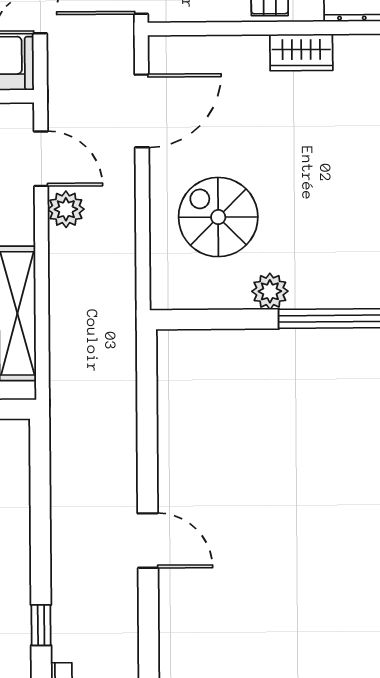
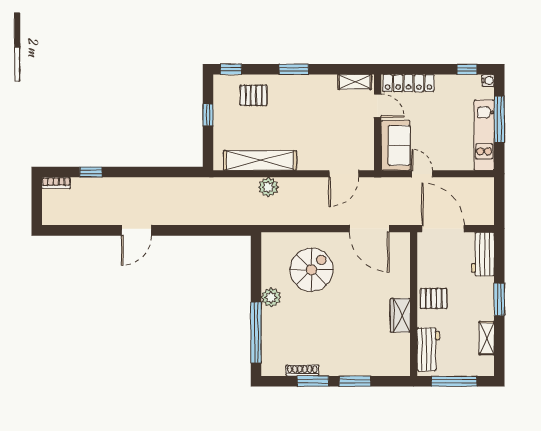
plant: (66, 209) -> (268, 187), moved

